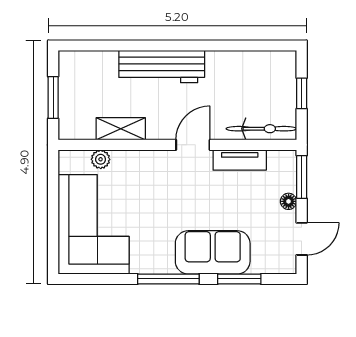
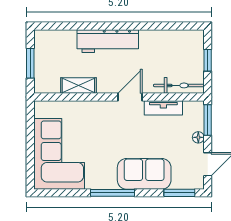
plant: (101, 159) -> (64, 107), removed
window: (239, 279) -> (179, 193), moved

